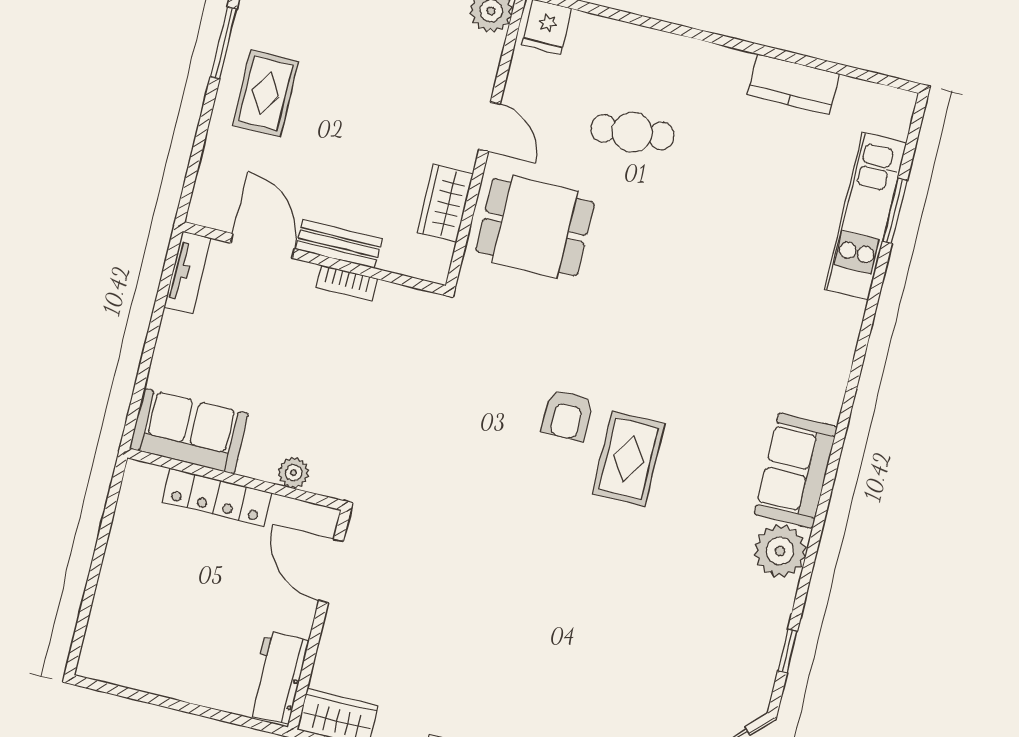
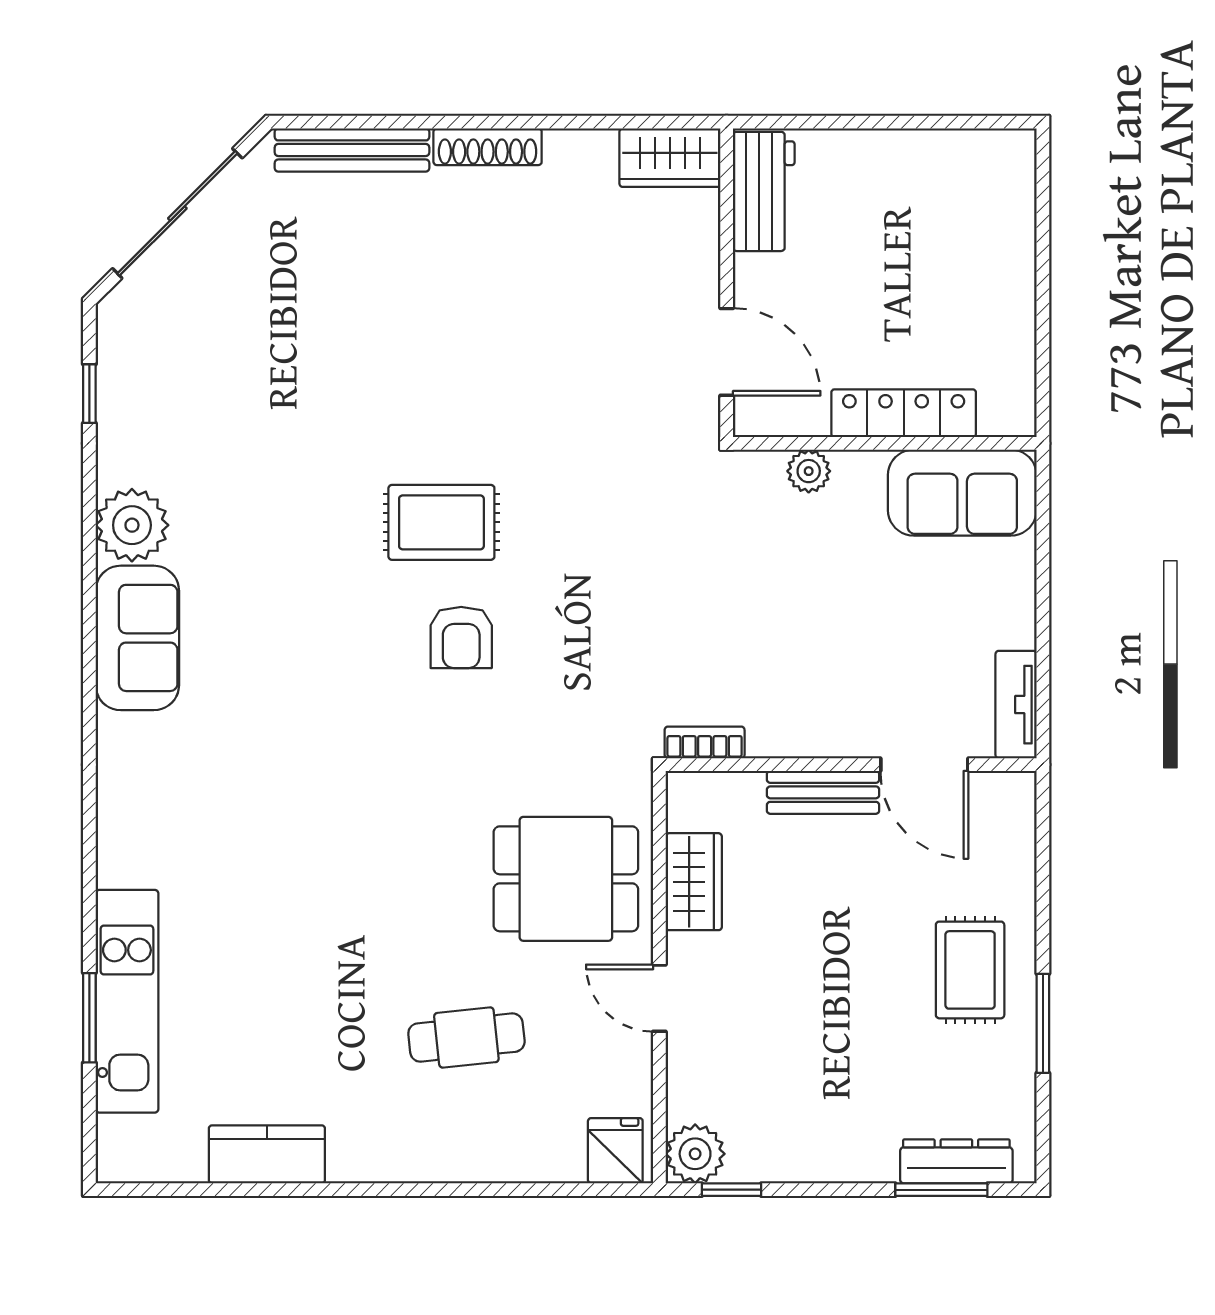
bookcase: (347, 283) -> (705, 742), moved
armchair: (567, 415) -> (461, 637), turned 180
rug: (629, 459) -> (441, 522), moved, turned 90

